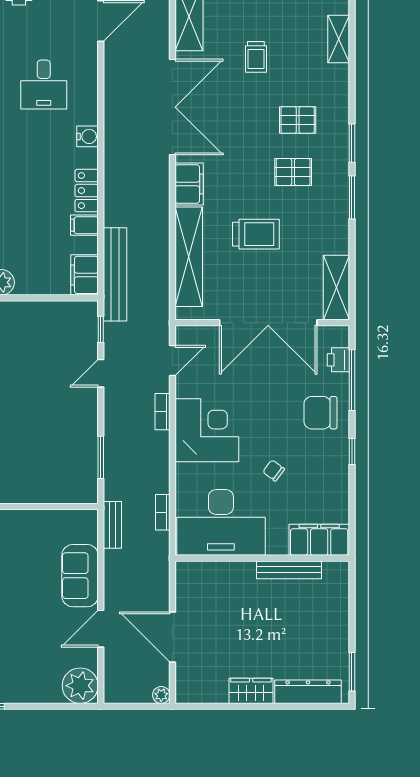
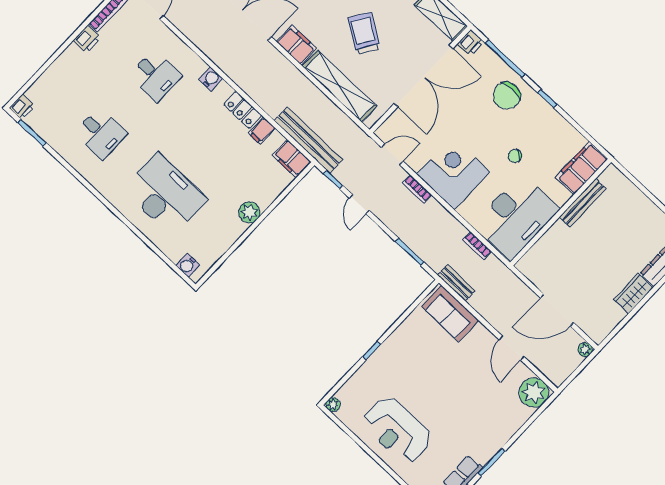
trolley: (256, 234) -> (364, 33), turned -58
printer: (338, 360) -> (470, 43), moved, turned -90
door: (172, 361) -> (392, 154), hinge flipped
sofa: (80, 576) -> (450, 313), moved

